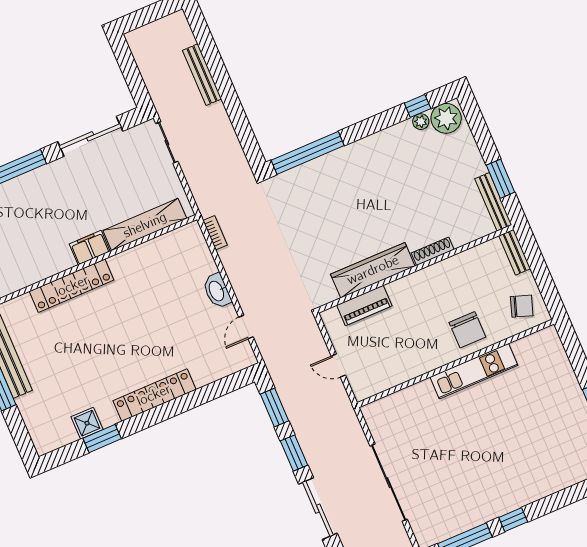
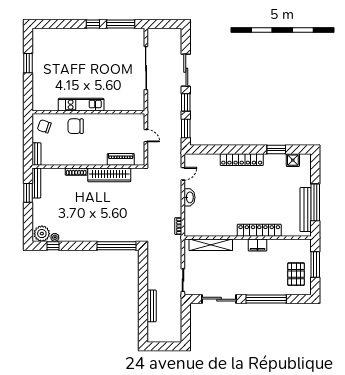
filing cabinet: (90, 248) -> (258, 245), moved
chair: (467, 330) -> (76, 126), turned -90
shower: (87, 423) -> (293, 160), moved

